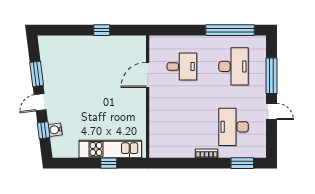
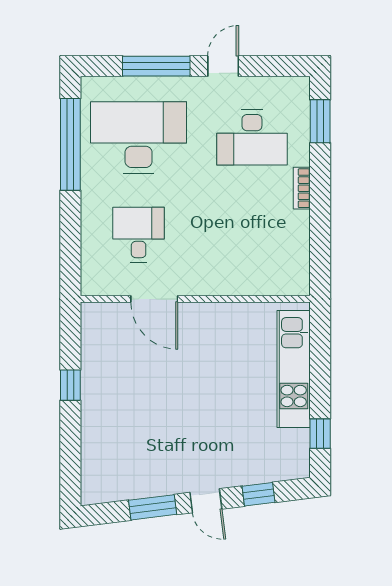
desk: (234, 66) -> (139, 137), width x1.36, depth x1.30
water cooler: (55, 130) -> (257, 473), removed
window: (109, 163) -> (320, 434), moved

